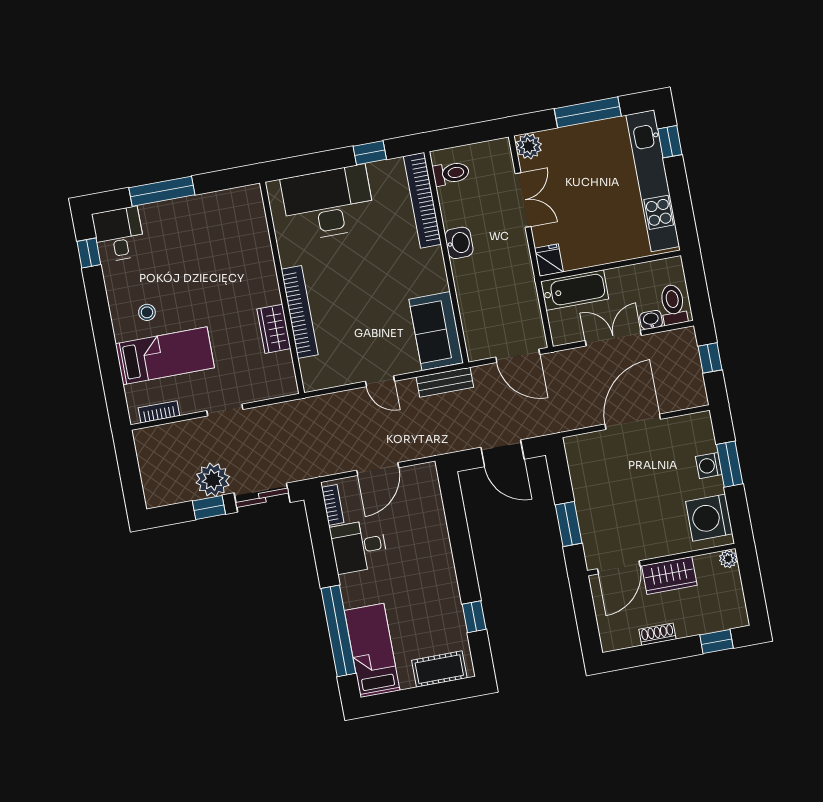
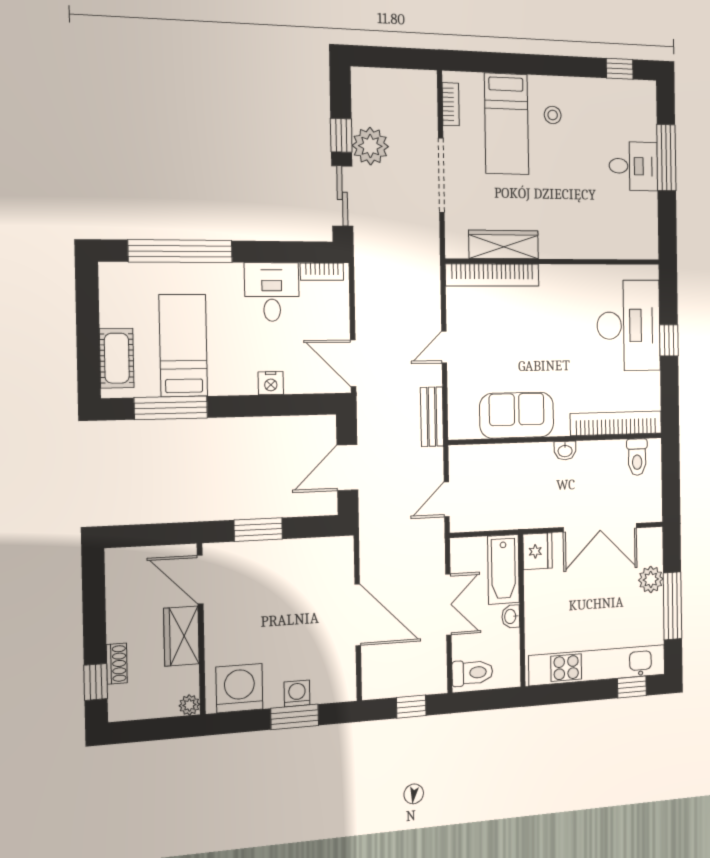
plant: (529, 146) -> (651, 580), moved
window: (370, 153) -> (669, 340), moved
double door: (523, 200) -> (600, 528), width x1.37
desk: (119, 234) -> (633, 166), moved
washbasin: (459, 243) -> (565, 450), width x0.72, depth x0.69
fridge: (549, 260) -> (538, 551), width x1.38
bookcase: (300, 312) -> (492, 275), moved
washbasin: (651, 320) -> (511, 616), moved, turned 180
wardrobe: (274, 329) -> (504, 245), width x1.50
sofa: (436, 331) -> (517, 415), moved
door: (518, 356) -> (447, 499), width x0.73
doorway: (225, 410) -> (441, 175), width x1.87
door: (378, 469) -> (353, 363), moved
nightstand: (439, 534) -> (271, 383), added
window: (474, 617) -> (171, 408), width x2.17
shoe rack: (657, 634) -> (117, 664), moved
bed: (372, 650) -> (183, 345), moved, turned -90

